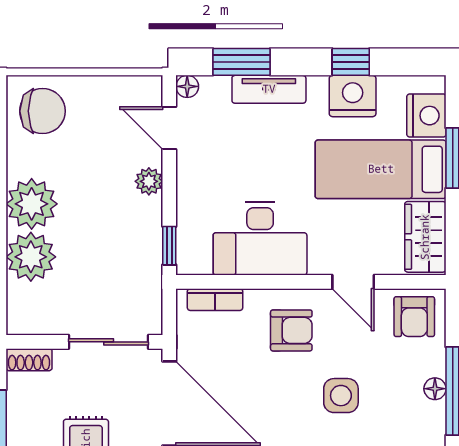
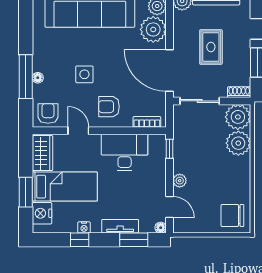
nightstand: (353, 96) -> (84, 227), width x0.53, depth x0.56
plant: (32, 204) -> (238, 117), moved

